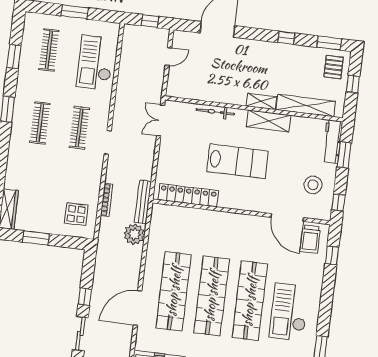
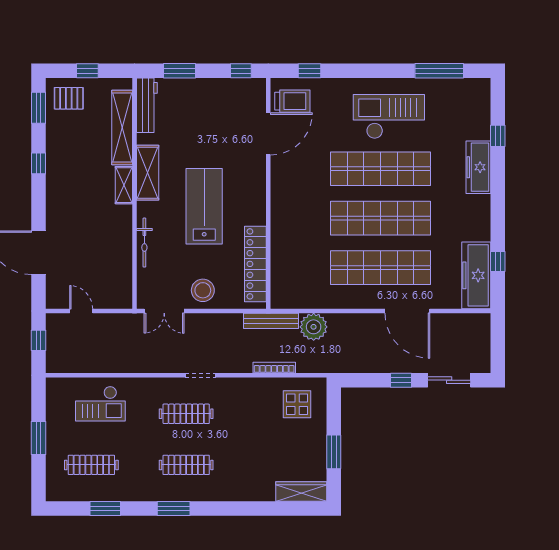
checkout: (95, 63) -> (100, 404), width x0.73, depth x0.83
workbench: (332, 142) -> (147, 105), moved, turned -90
stool: (313, 185) -> (203, 290), moved
checkout: (289, 312) -> (389, 117), turned 180

